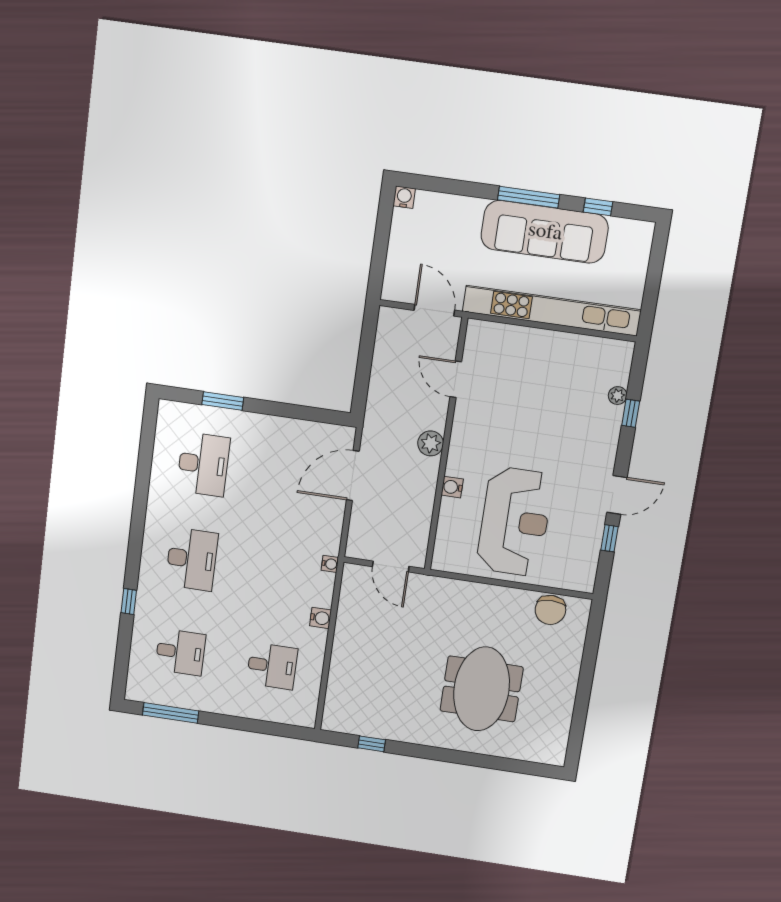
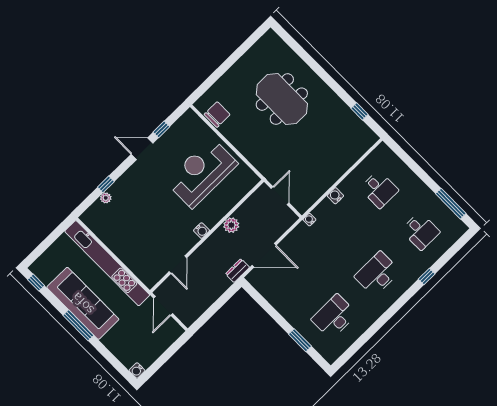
window: (598, 207) -> (36, 283), moved
dresser: (372, 430) -> (237, 271), added
plant: (431, 443) -> (231, 225), moved
water cooler: (452, 487) -> (202, 231), moved
desk: (180, 652) -> (421, 231), turned 180
desk: (272, 666) -> (379, 189), turned 180
meeting table: (482, 689) -> (282, 99), turned 90

